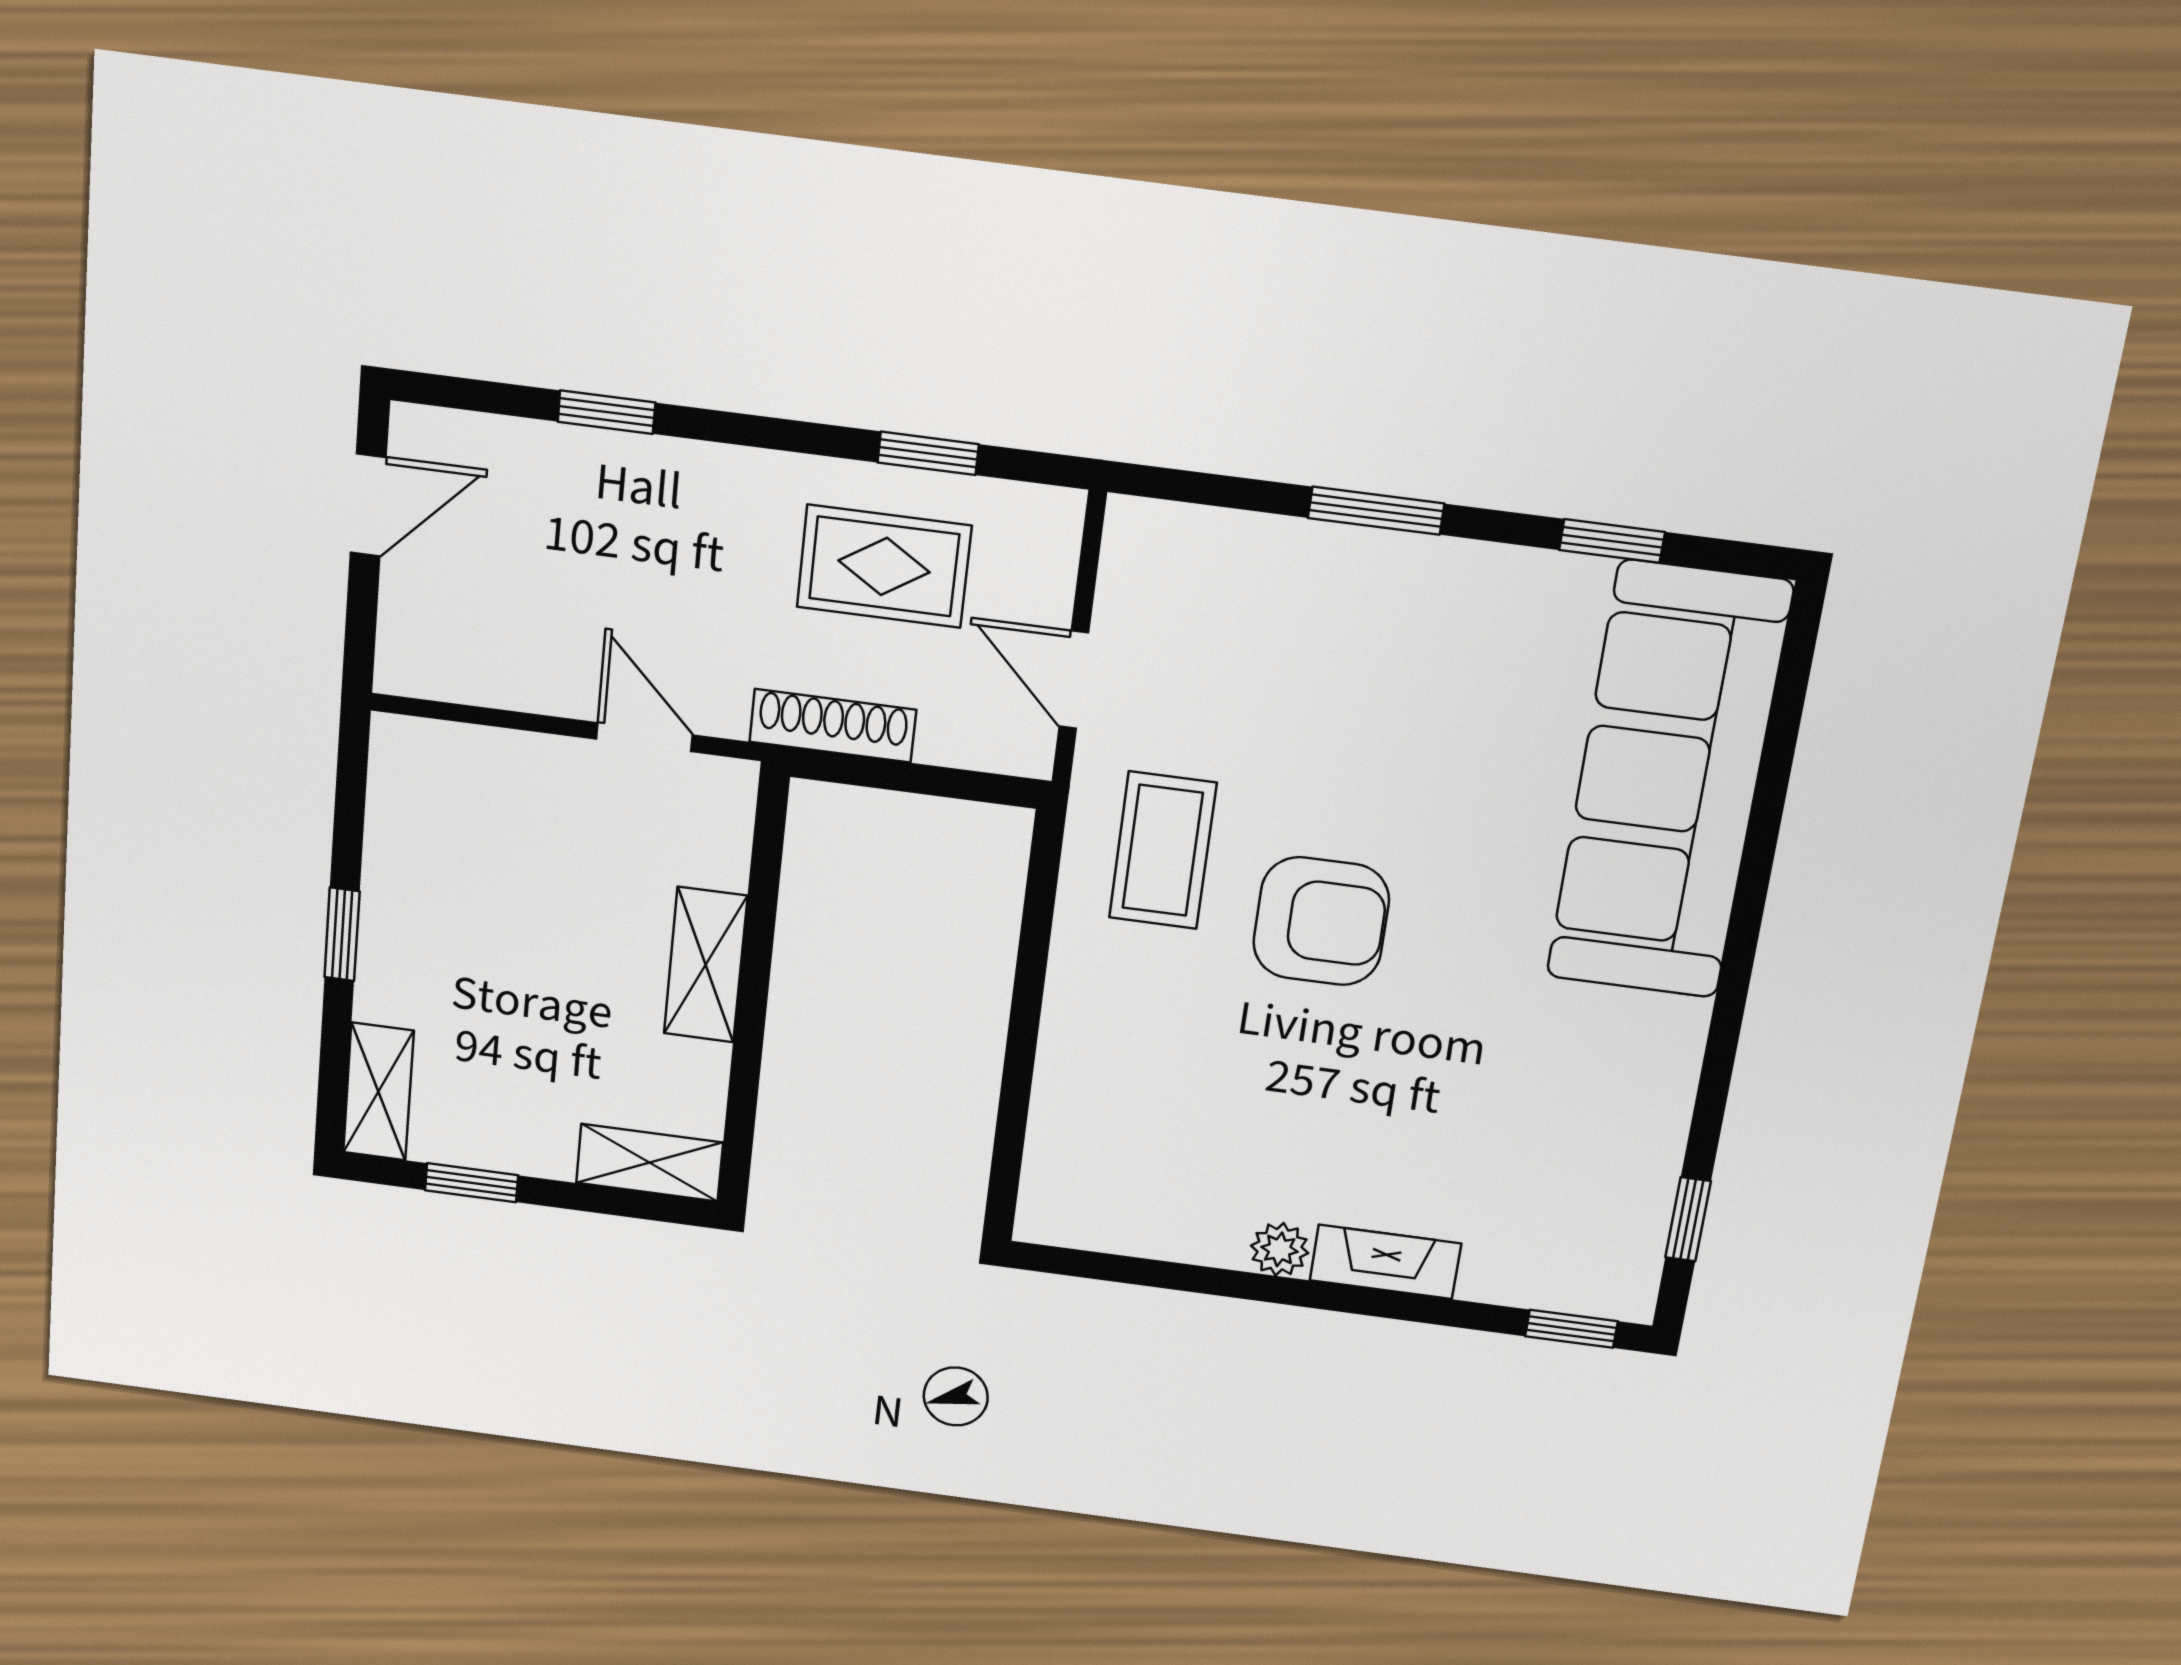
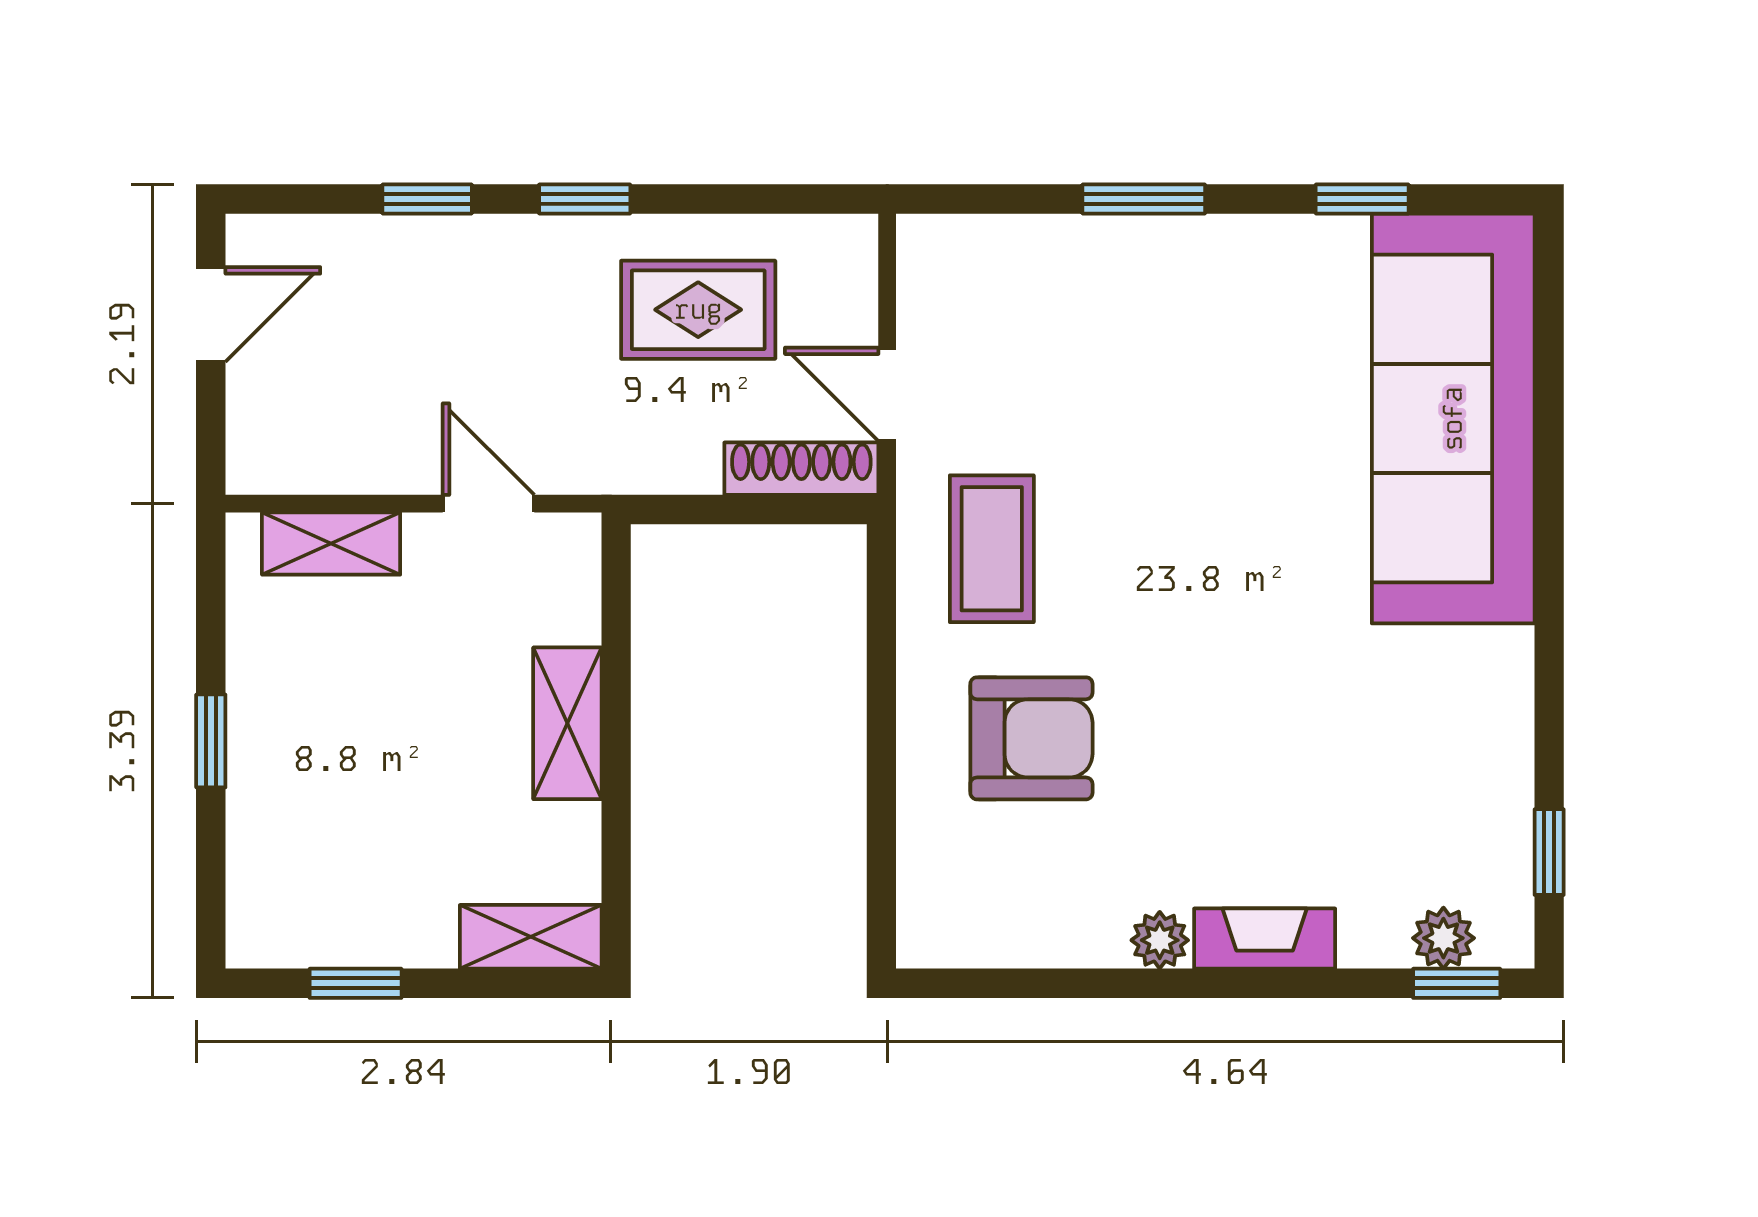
window: (928, 453) -> (585, 199), moved
shoe rack: (833, 726) -> (801, 469), moved
armchair: (1321, 921) -> (1031, 738), moved
shelving: (378, 1092) -> (331, 544), moved, turned 90
plant: (1566, 1285) -> (1443, 938), added

